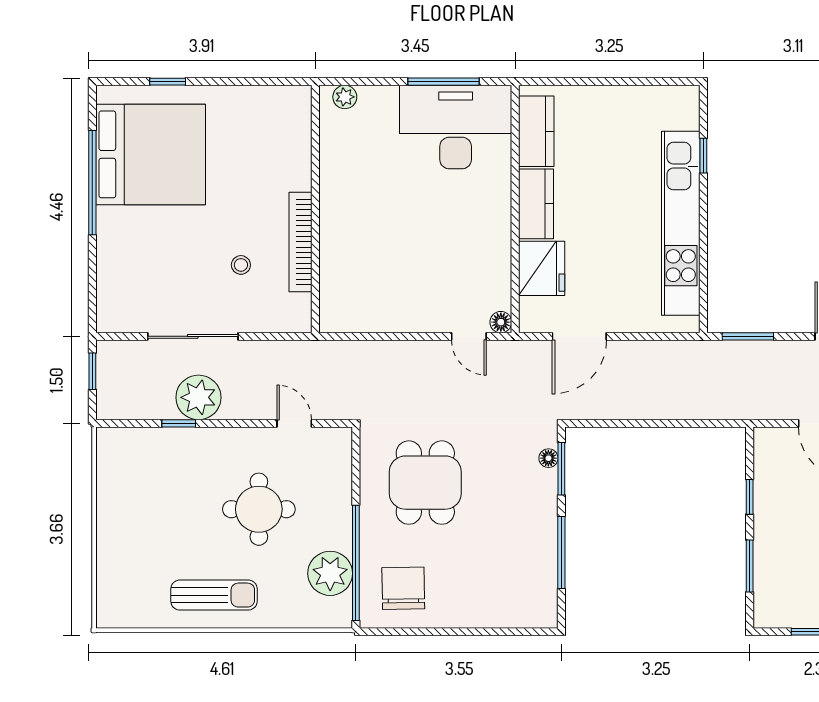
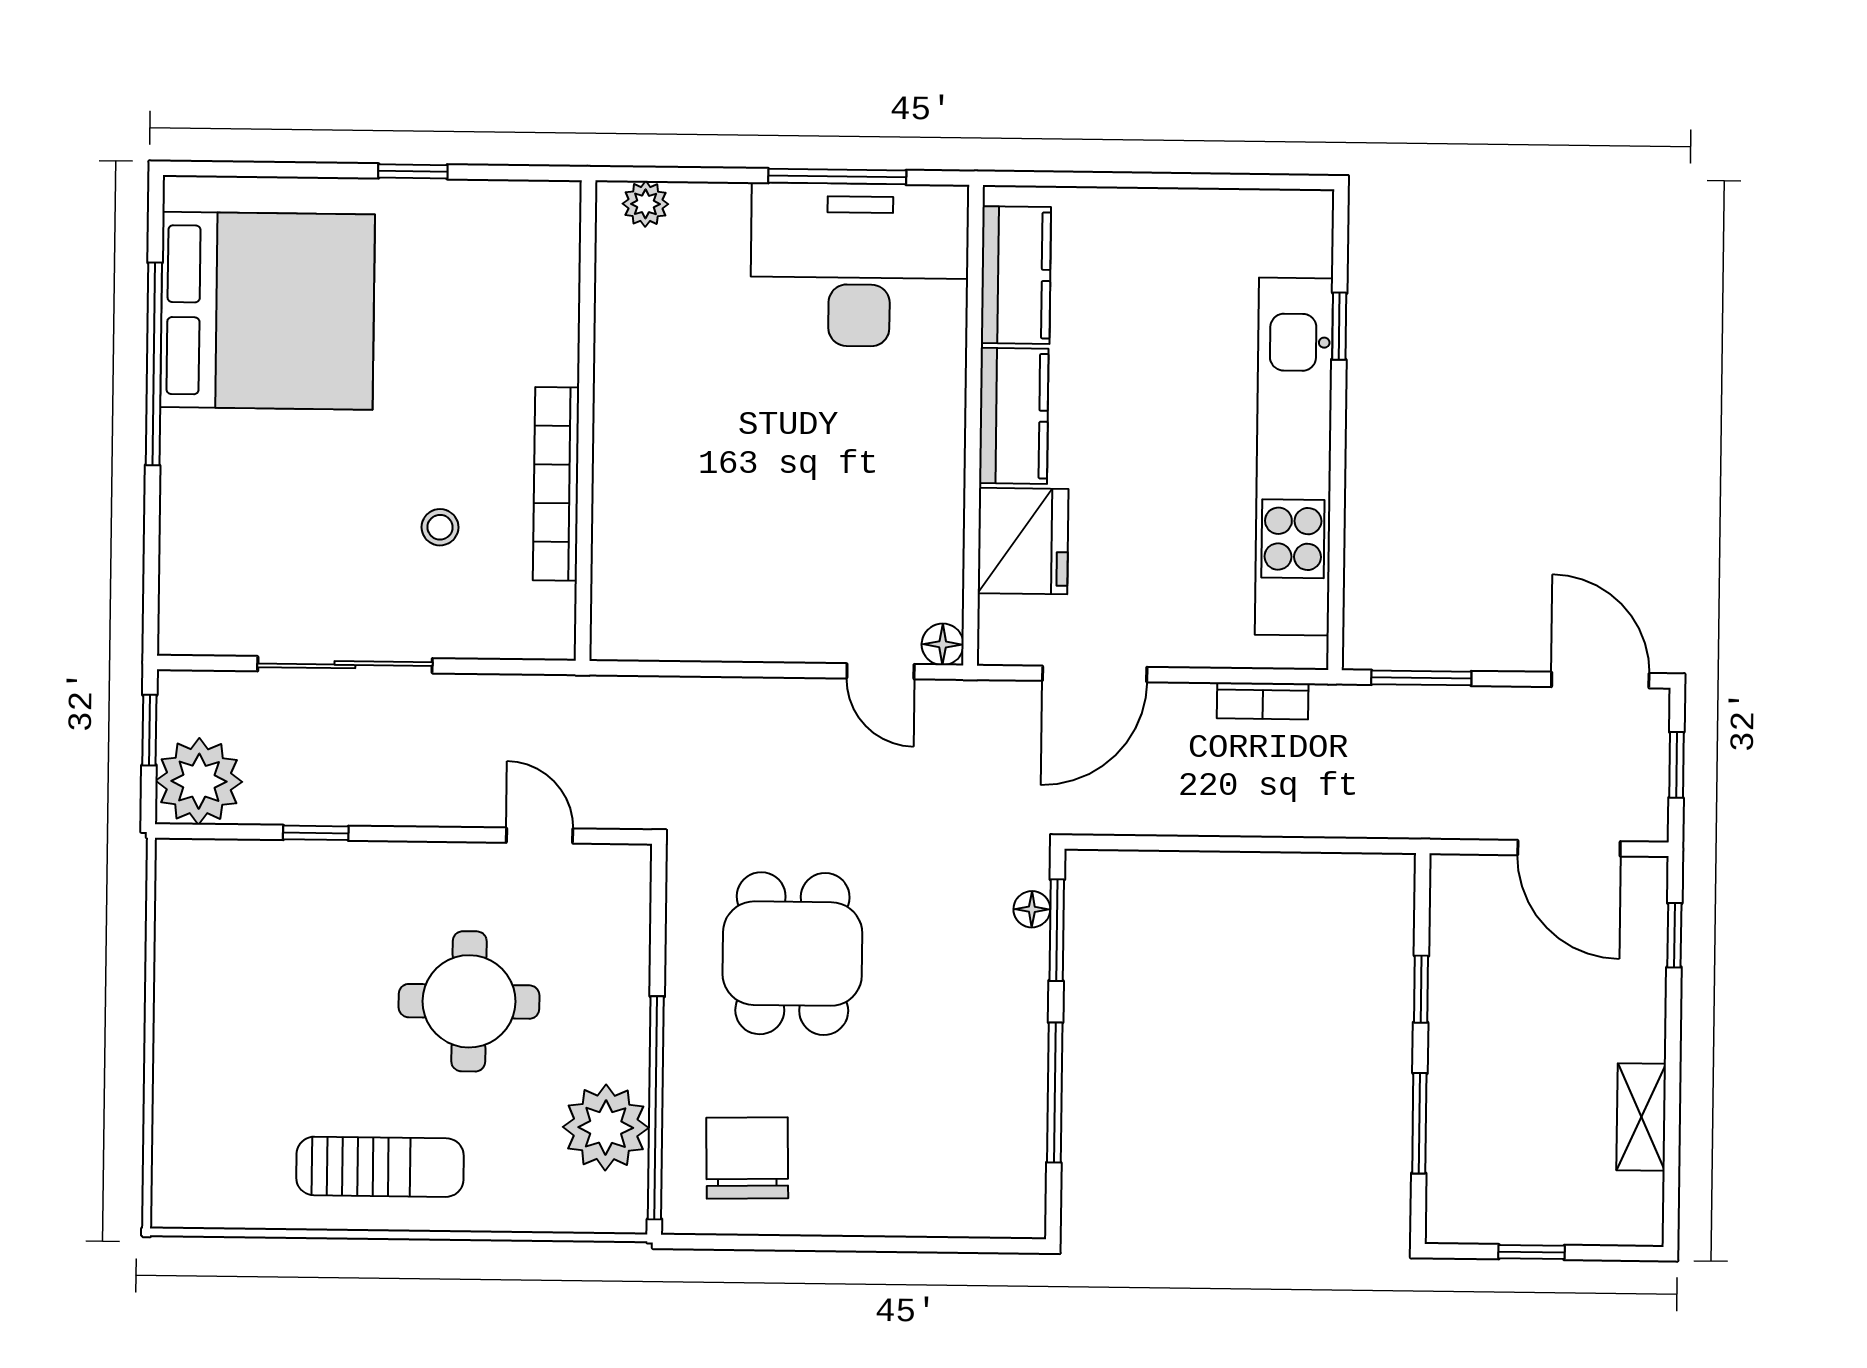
window: (168, 82) -> (413, 171), moved
bookcase: (666, 349) -> (1263, 701), added
plant: (198, 397) -> (199, 781), moved

